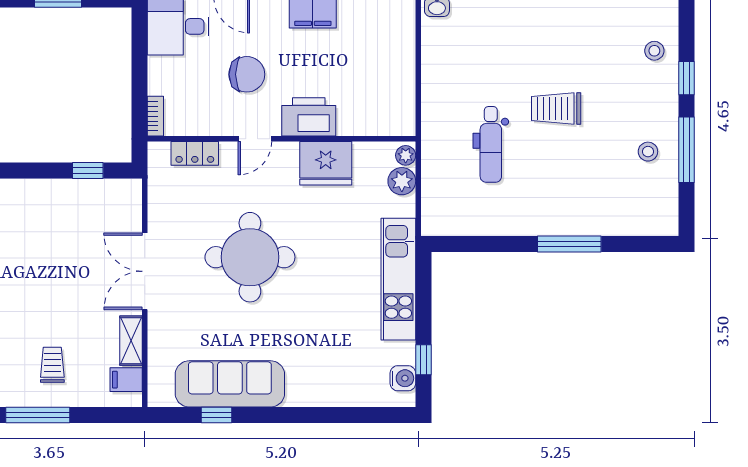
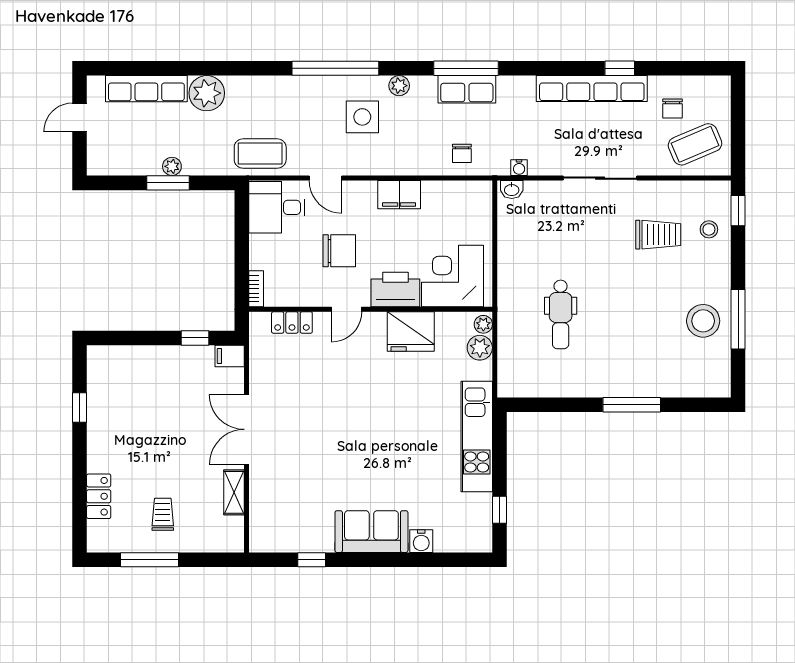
window: (686, 78) -> (738, 211), moved
corner desk: (372, 102) -> (453, 276), added
trolley: (556, 108) -> (658, 235), moved, turned 180
stool: (648, 152) -> (703, 321), width x1.89, depth x1.89
round table: (250, 257) -> (342, 417), removed
water cooler: (403, 378) -> (421, 541), moved, turned 90
filing cabinet: (126, 380) -> (230, 356), moved
sofa: (230, 384) -> (371, 532), moved, width x0.73

